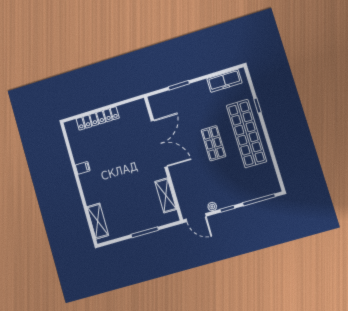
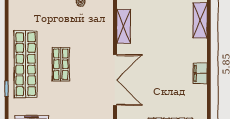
double door: (159, 144) -> (115, 80), swing flipped
filing cabinet: (83, 168) -> (200, 73), width x2.00

